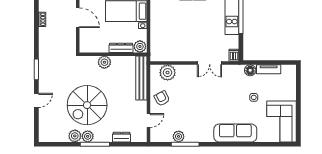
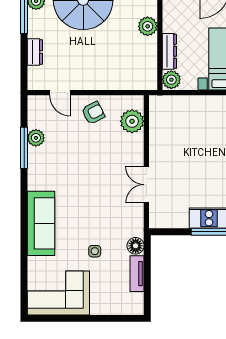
dishwasher: (234, 55) -> (158, 221), removed
bench: (141, 78) -> (124, 82), removed

